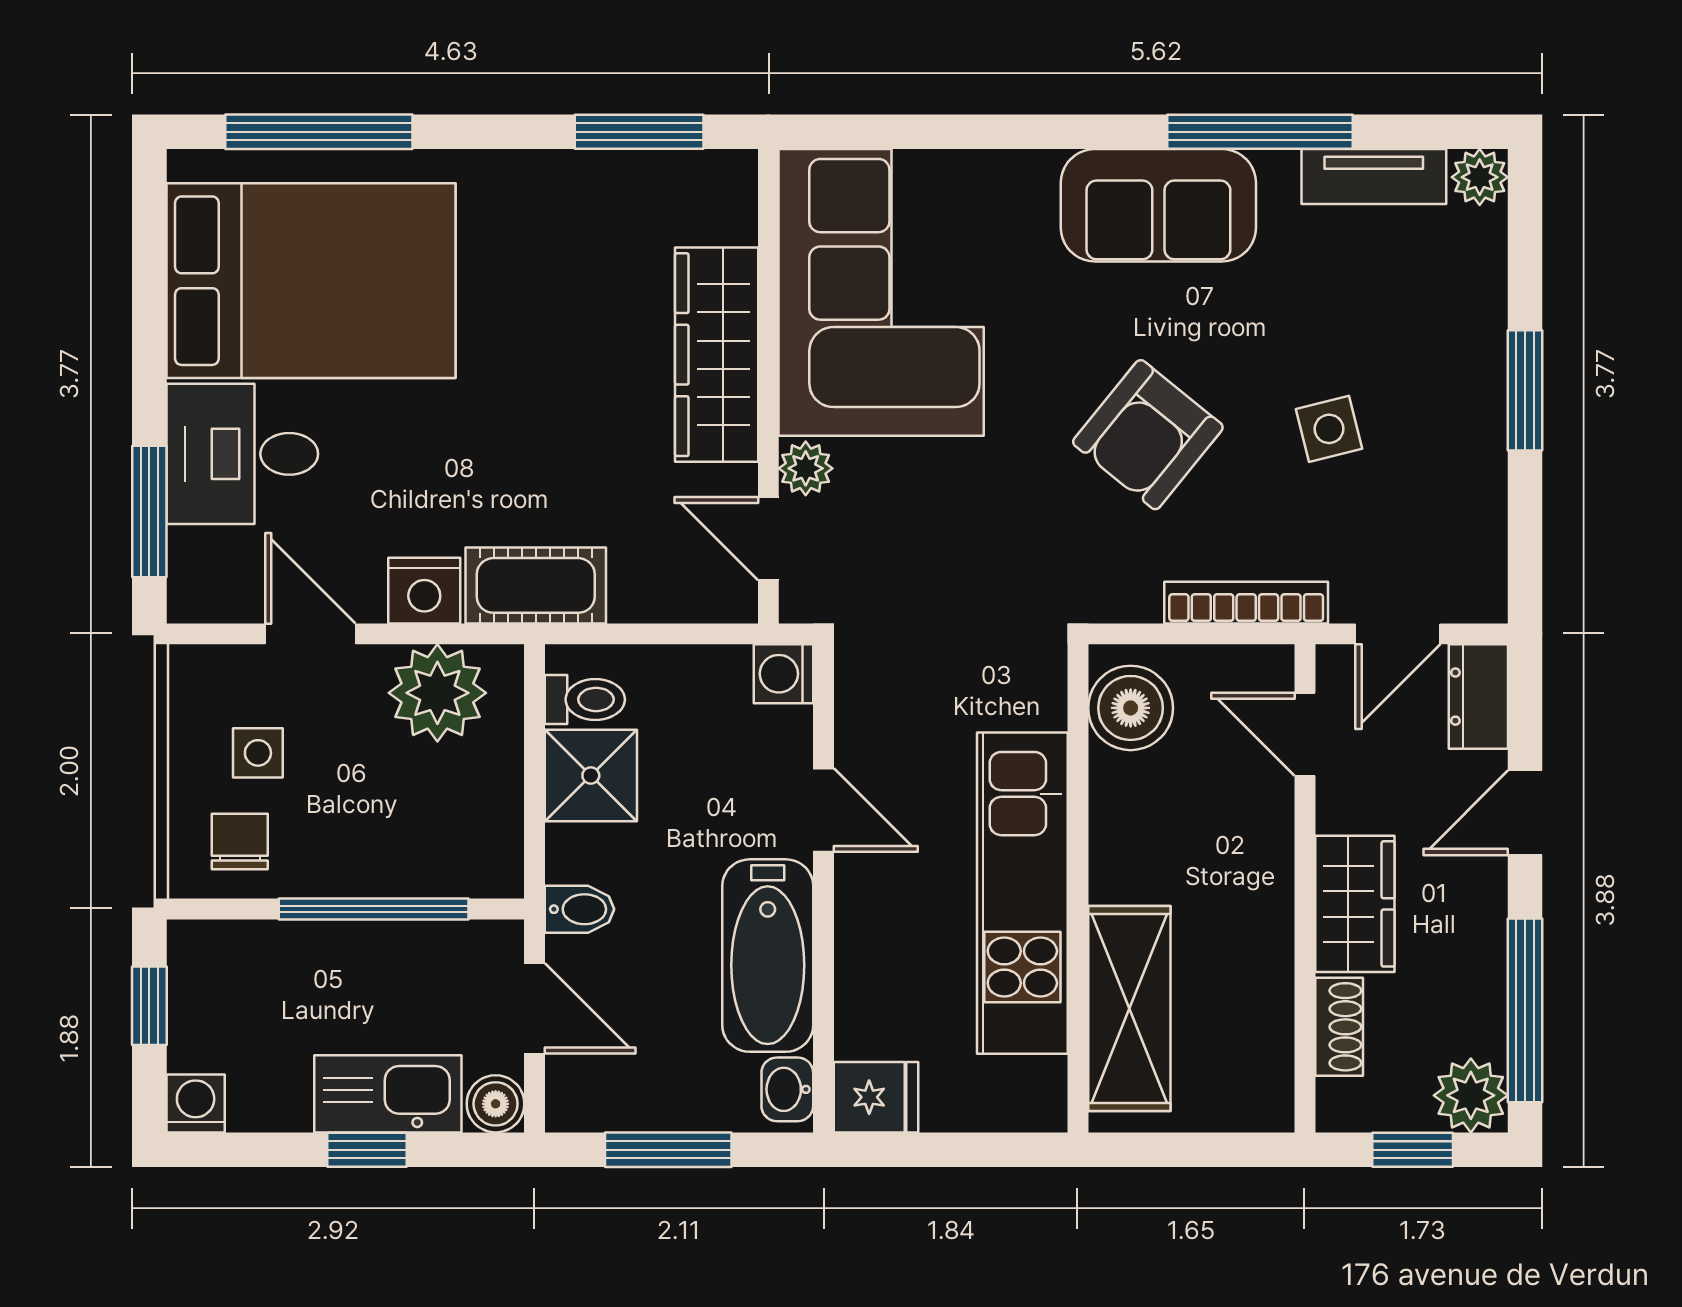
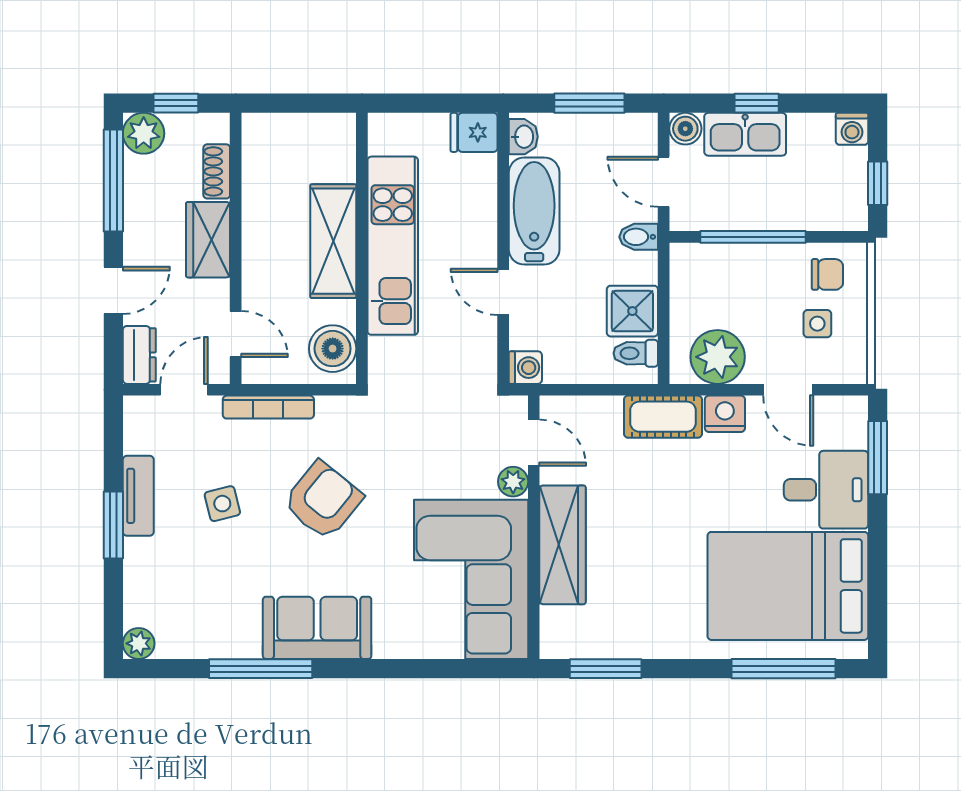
tv unit: (1374, 176) -> (138, 496), moved, turned 90
chair: (240, 841) -> (827, 274), turned -90
shelving: (1129, 1009) -> (333, 241), moved

